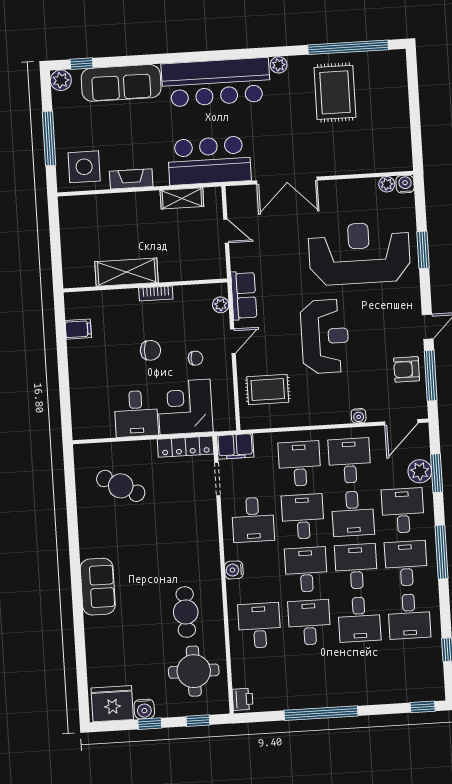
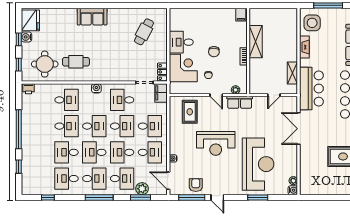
filing cabinet: (78, 329) -> (241, 15), moved
locker: (186, 447) -> (162, 72), width x0.66
desk: (356, 566) -> (94, 152), turned 180
window: (423, 707) -> (19, 167), moved

